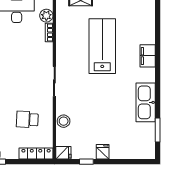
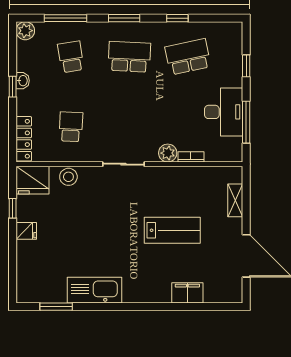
plant: (46, 16) -> (168, 153), moved
lab bench: (102, 46) -> (172, 230), width x0.73, depth x0.72
filing cabinet: (148, 56) -> (187, 293), moved
fridge: (63, 153) -> (33, 180), width x1.88, depth x1.34

